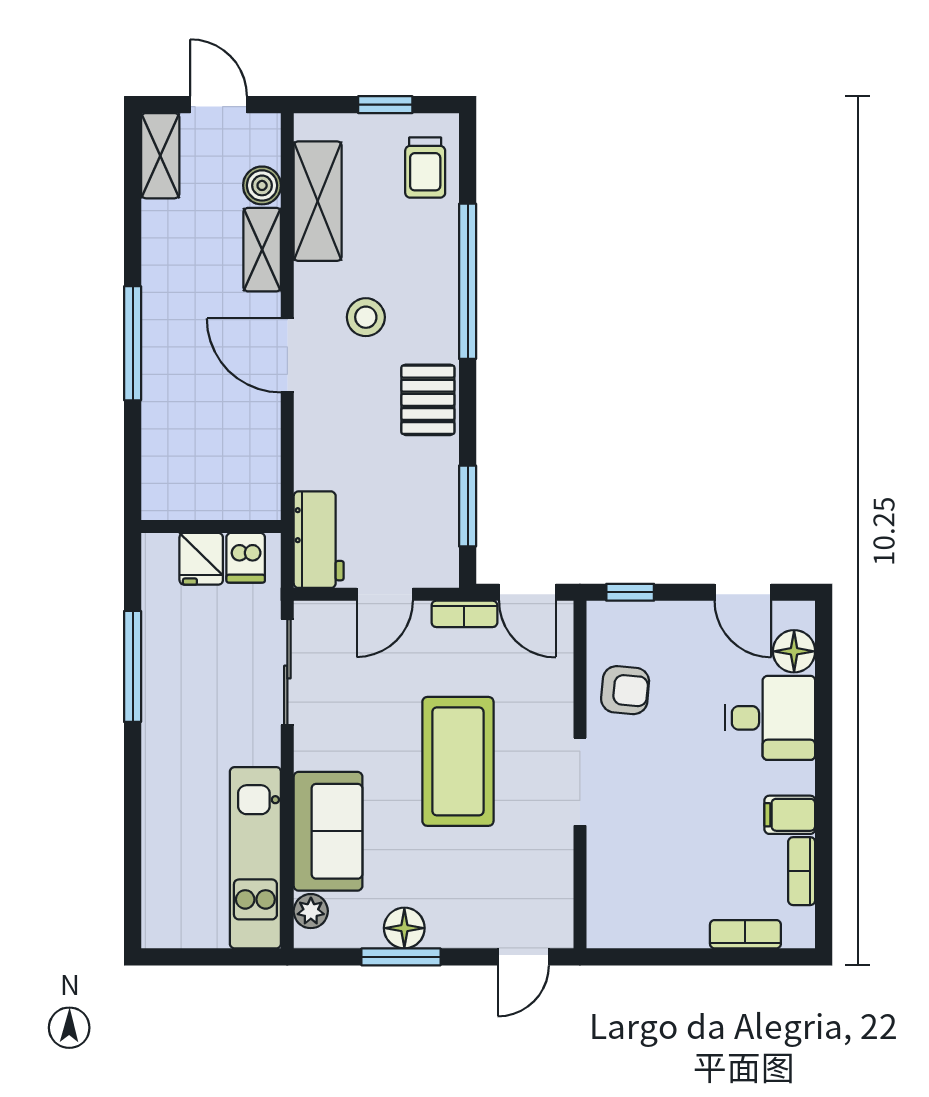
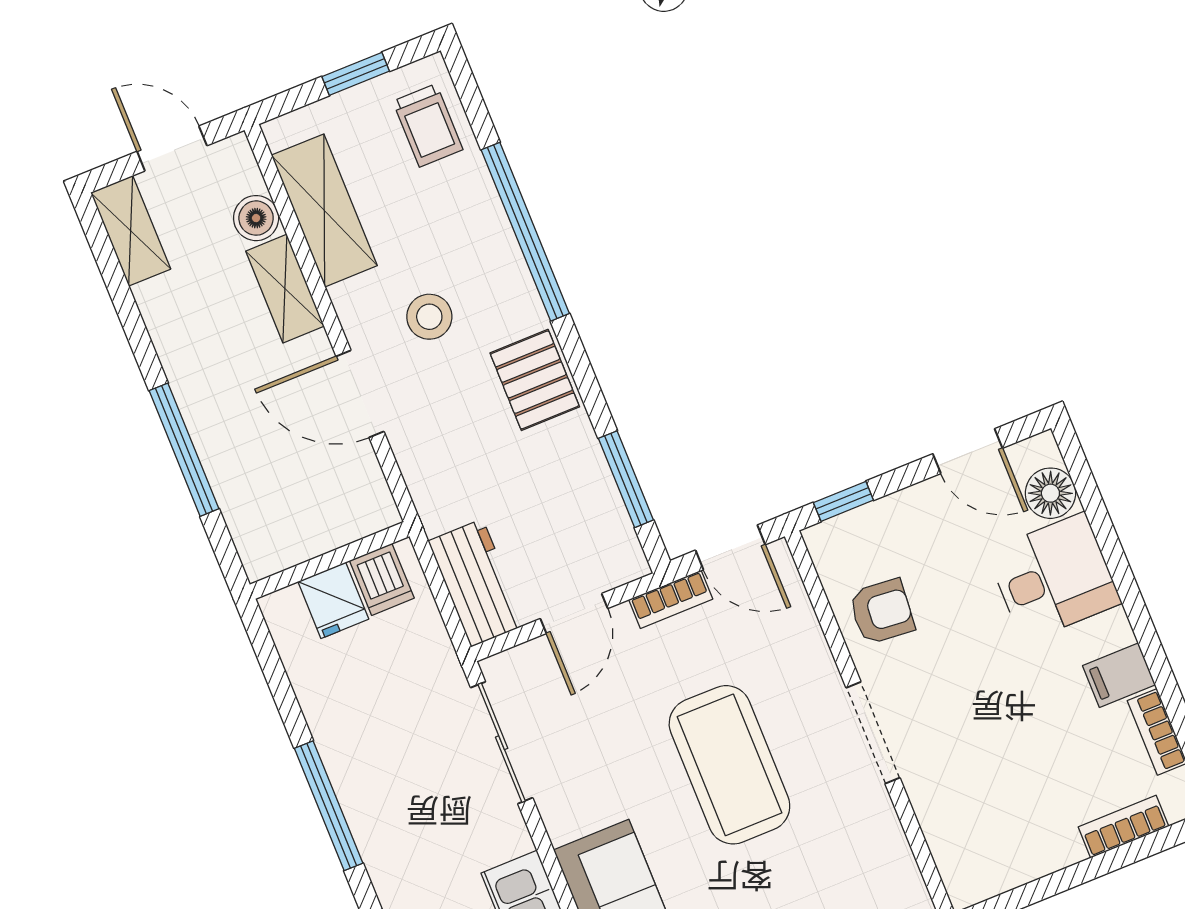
wall: (211, 527) -> (330, 560), moved
dishwasher: (246, 558) -> (382, 579), moved
fridge: (201, 559) -> (333, 600), moved

